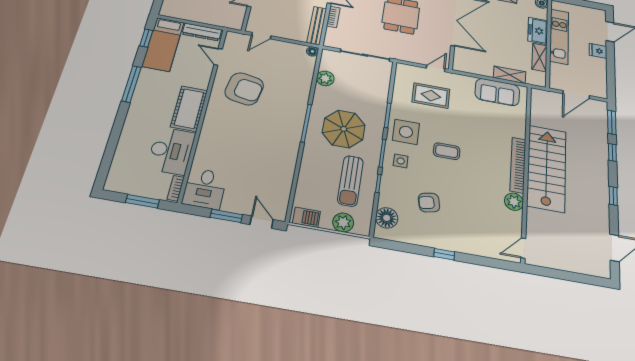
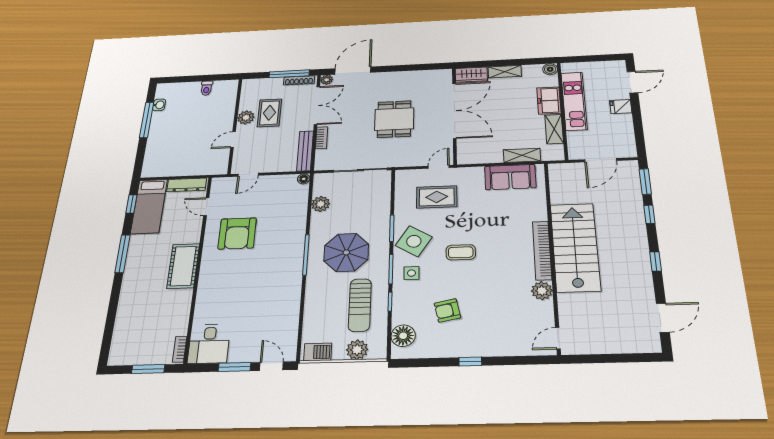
armchair: (244, 89) -> (237, 233), turned 80
side table: (406, 132) -> (414, 241), turned 32
desk: (171, 151) -> (170, 312), removed

